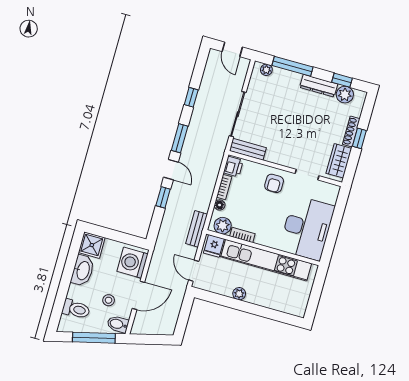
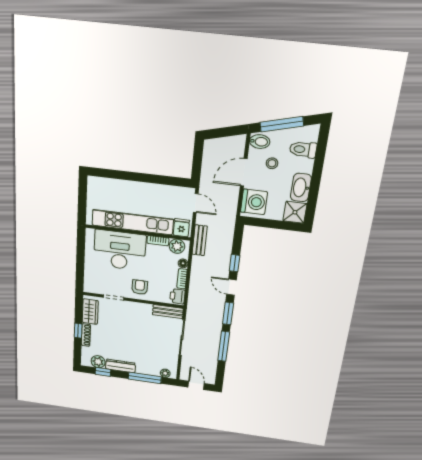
window: (191, 97) -> (224, 346), width x2.17
desk: (307, 228) -> (120, 250), moved, turned 90
plant: (239, 294) -> (150, 189), removed

